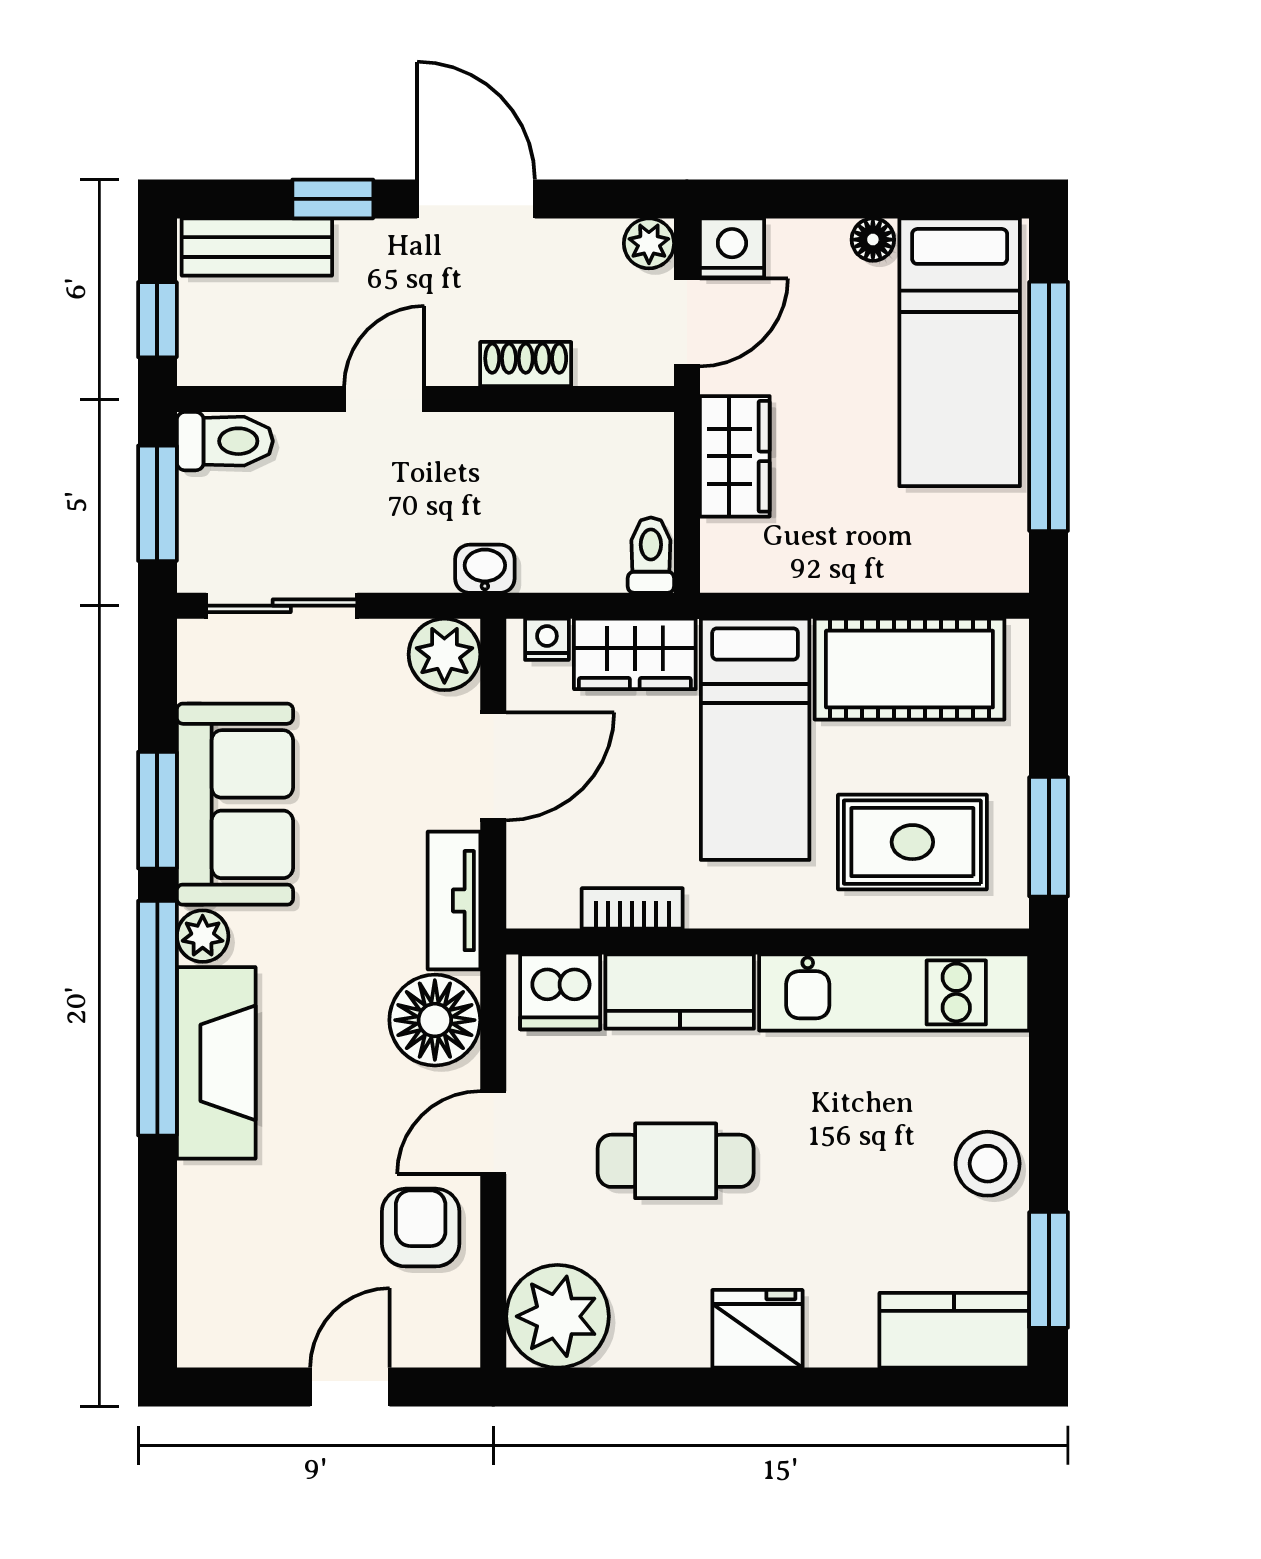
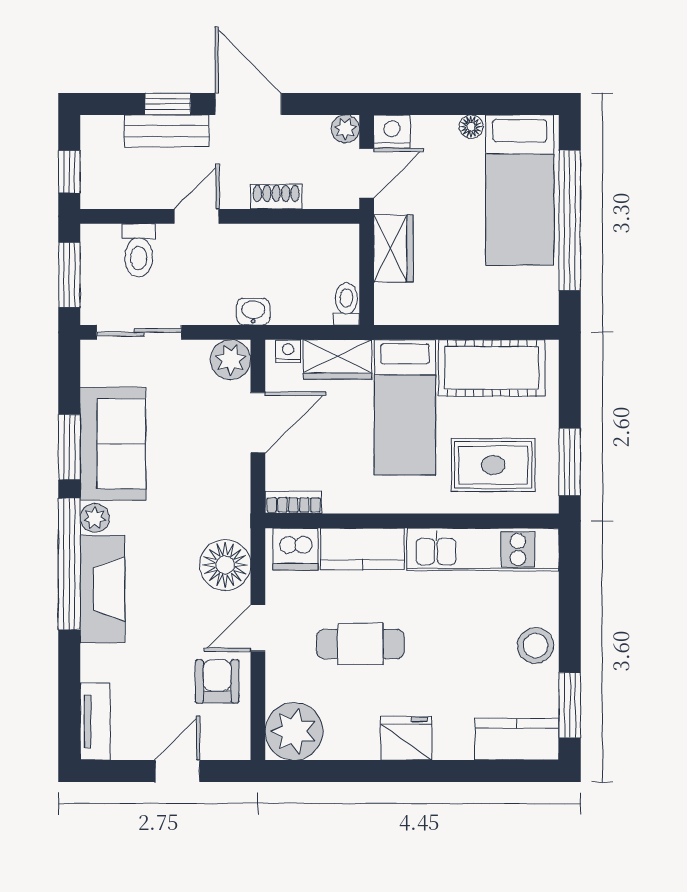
bench: (257, 247) -> (167, 131), moved
toilet: (225, 441) -> (139, 250), moved, turned 90
tv unit: (454, 901) -> (95, 721), moved, turned 180
bookcase: (632, 908) -> (294, 502), moved

